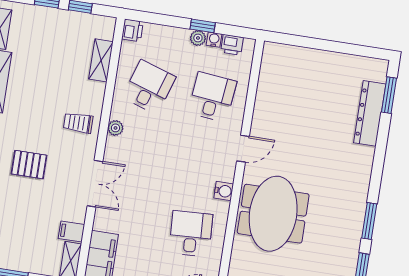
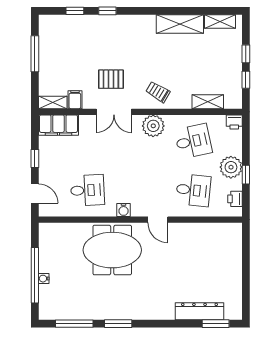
plant: (198, 38) -> (231, 167), width x1.87, depth x1.87
water cooler: (214, 40) -> (237, 185), removed
desk: (149, 87) -> (193, 141), turned -30
trolley: (78, 123) -> (158, 92), turned -59
plant: (115, 128) -> (153, 126), width x1.88, depth x1.88
pallet: (29, 165) -> (111, 79), moved, turned 90

